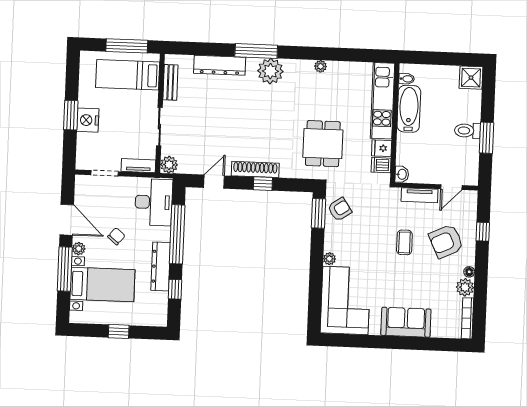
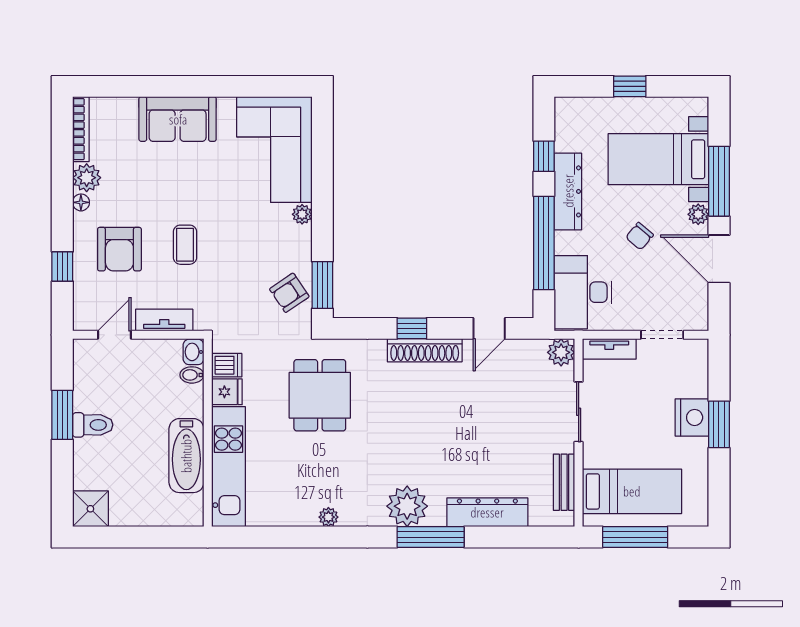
bidet: (407, 79) -> (192, 375), moved
armchair: (446, 241) -> (119, 249), turned 115

